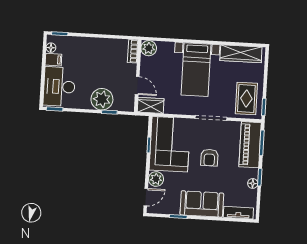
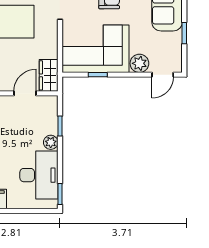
desk: (59, 87) -> (39, 175), moved, turned -90
plant: (102, 99) -> (51, 142), width x0.53, depth x0.53
door: (146, 197) -> (163, 75), swing flipped

